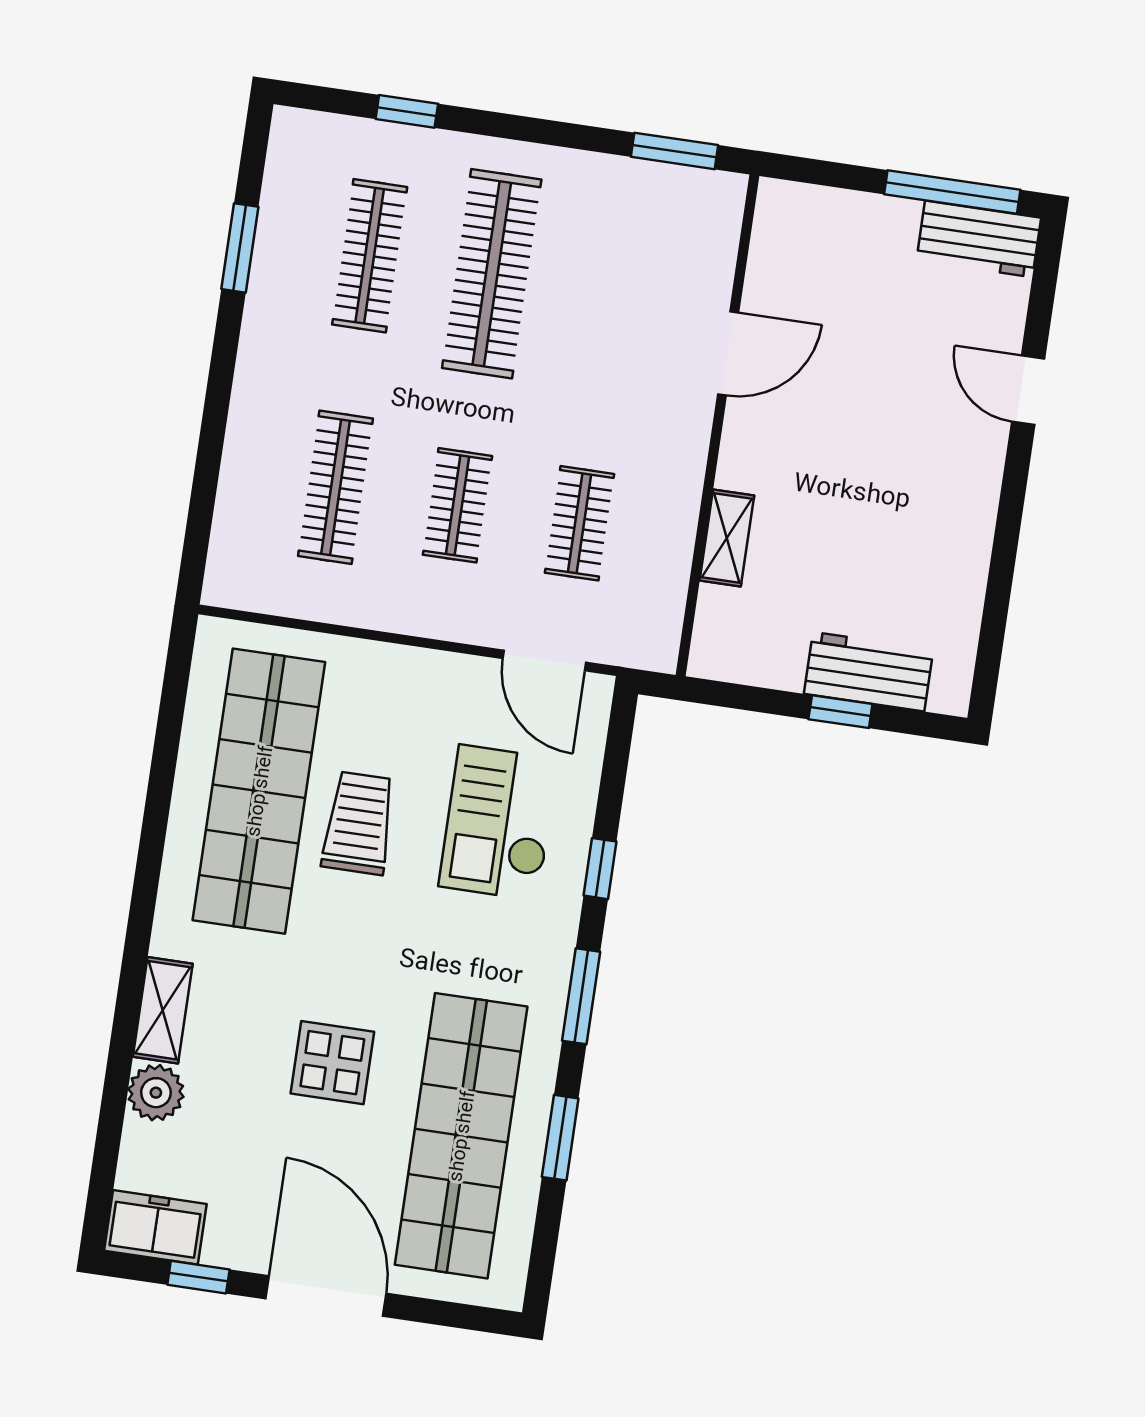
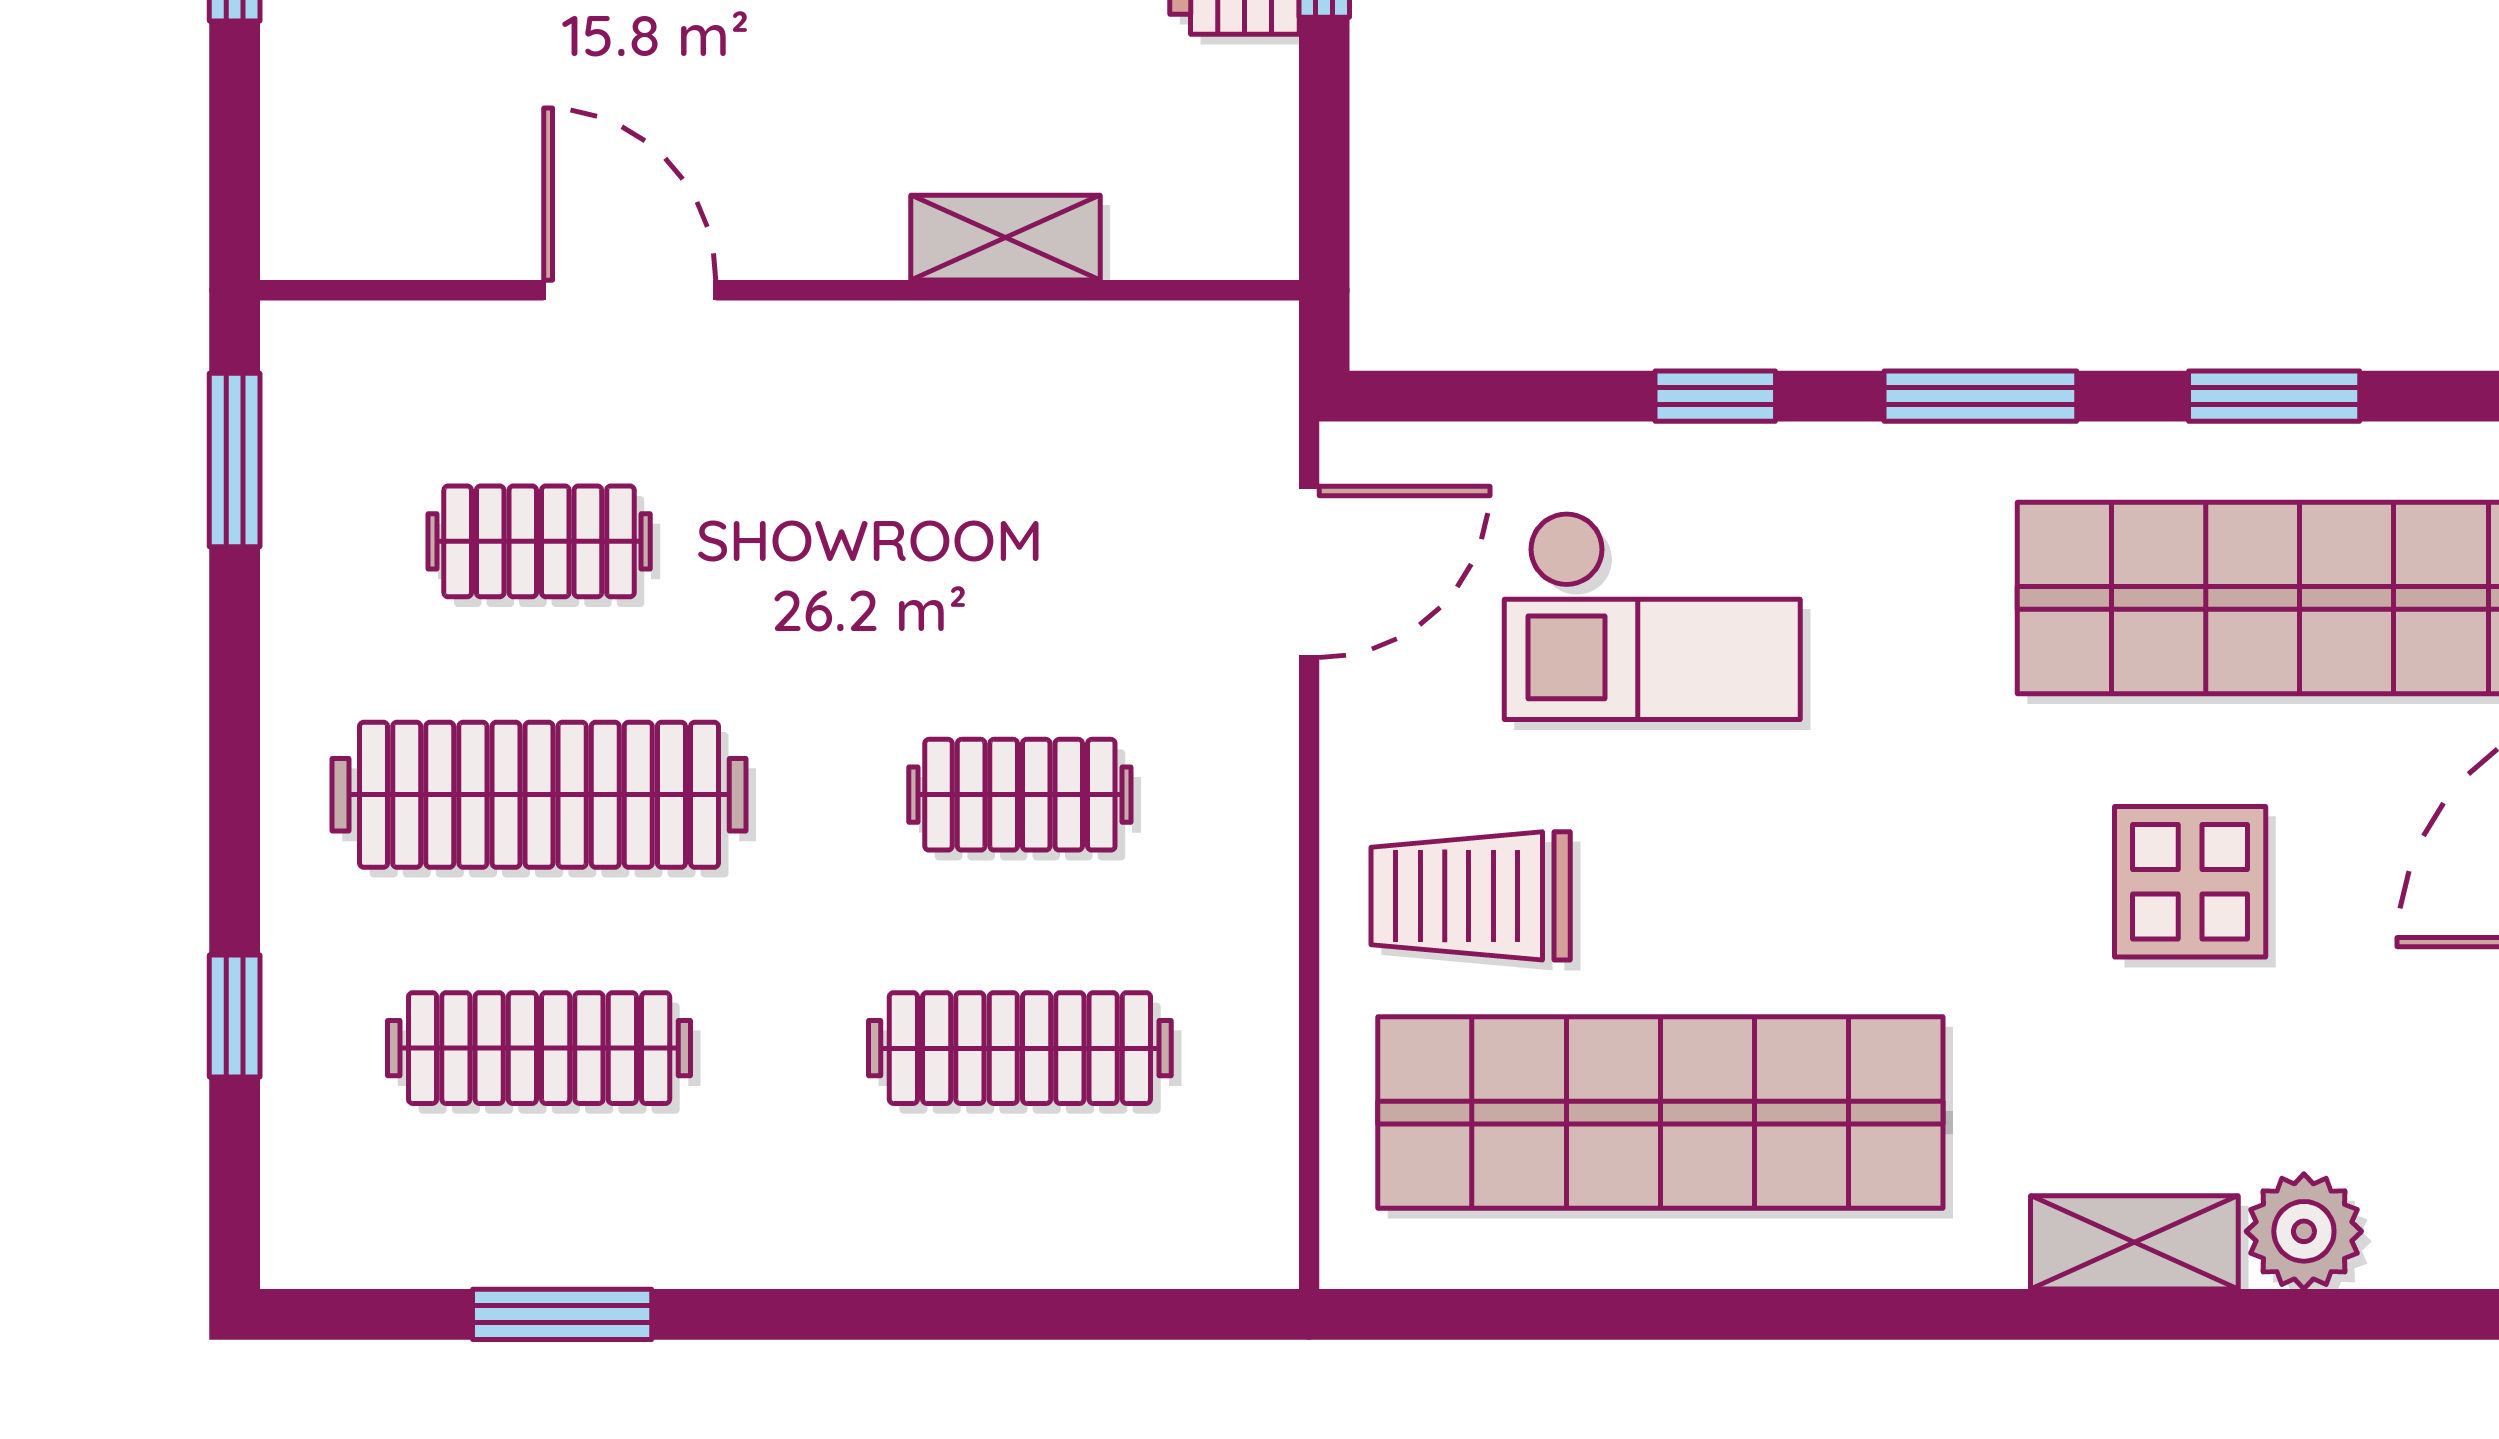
clothes rail: (579, 523) -> (539, 541), moved
trolley: (359, 823) -> (1471, 896), moved

